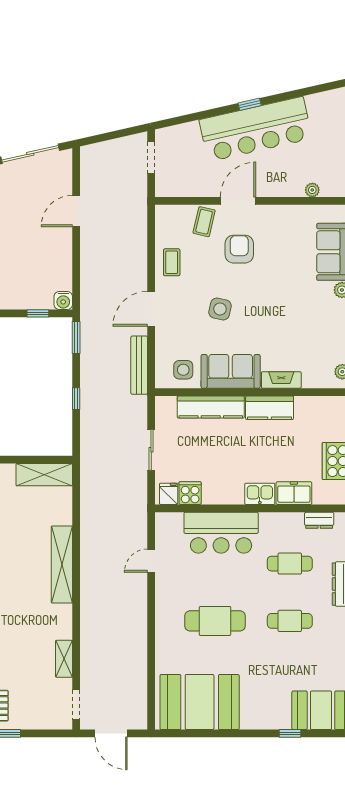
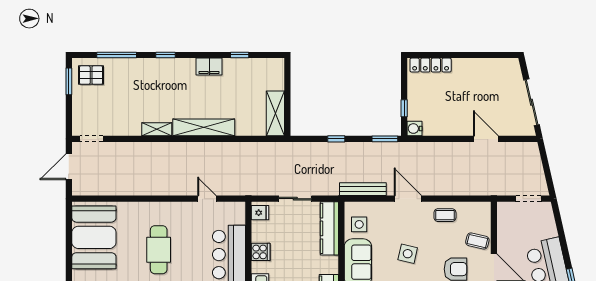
kitchen counter: (211, 407) -> (329, 228), moved
cooker: (190, 493) -> (261, 252), moved
shelving: (64, 659) -> (157, 129), moved

